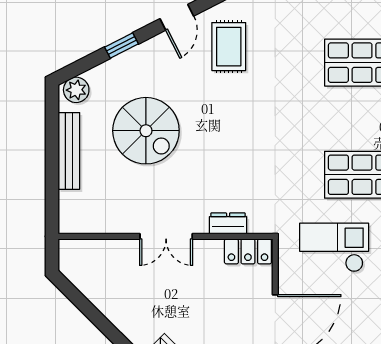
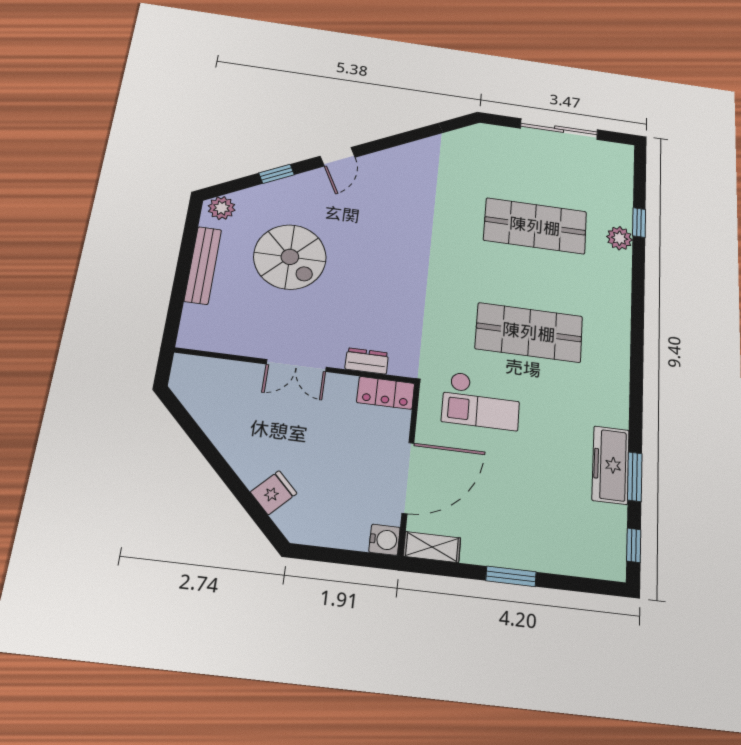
rug: (229, 47) -> (388, 191), removed
checkout: (334, 247) -> (481, 401), turned 180

